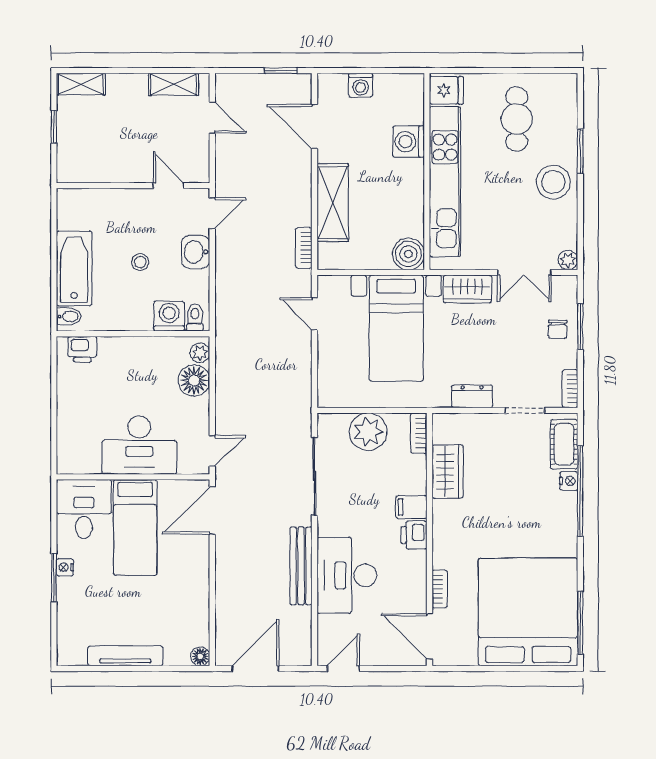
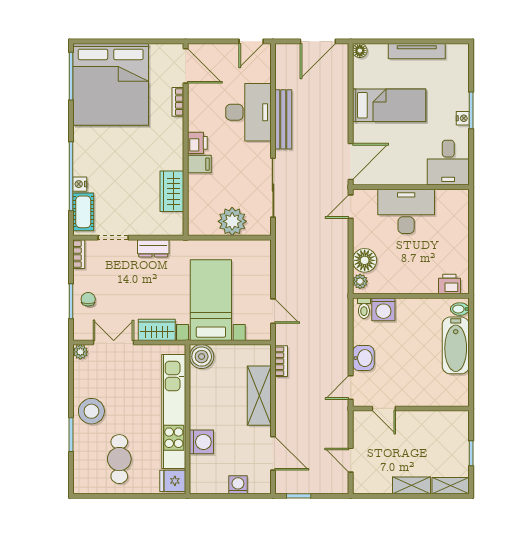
shelving: (174, 84) -> (412, 485), moved
stool: (140, 262) -> (405, 350), removed
bookcase: (419, 433) -> (194, 220), removed
bed: (135, 527) -> (389, 105), moved, turned 90

